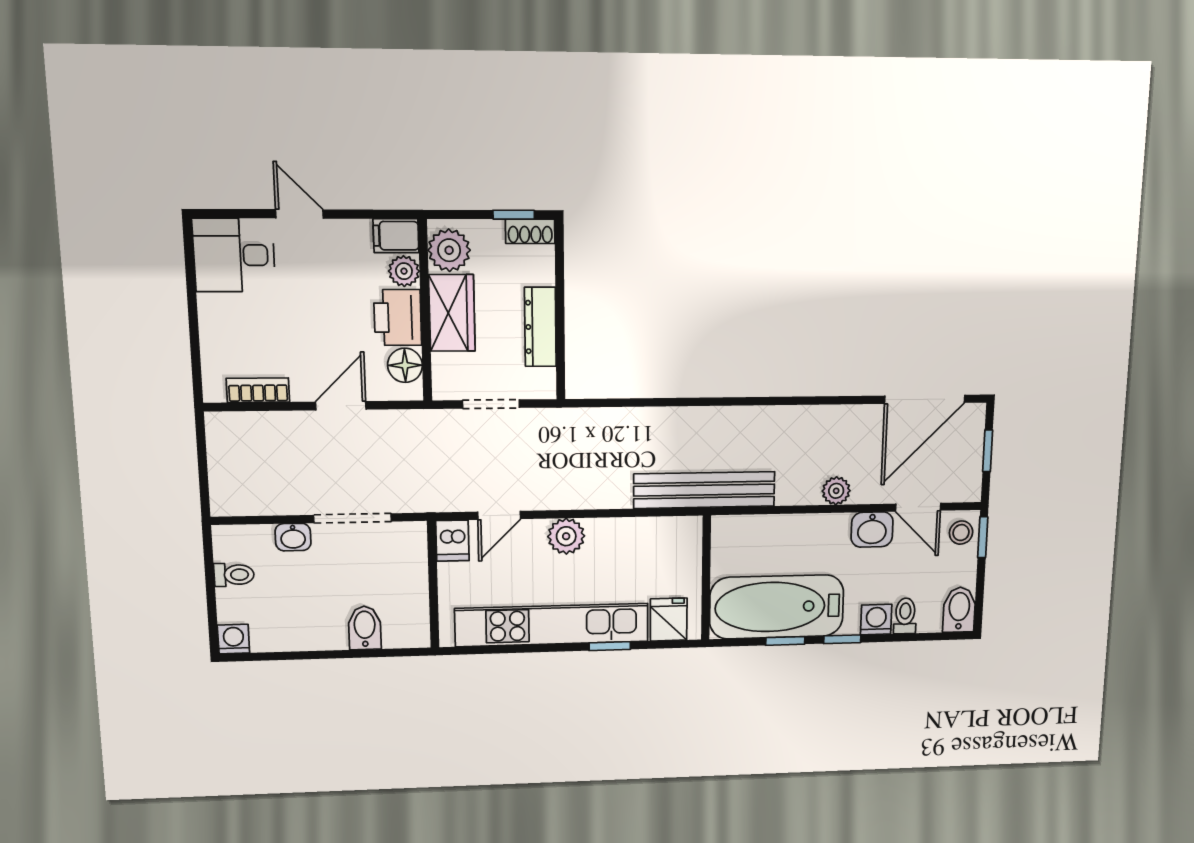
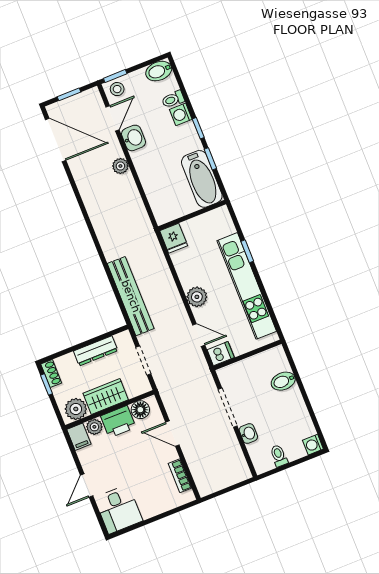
bench: (704, 490) -> (131, 296), moved
bathtub: (777, 607) -> (202, 179), width x0.73, depth x0.73
fridge: (669, 620) -> (174, 238), moved, turned -90

